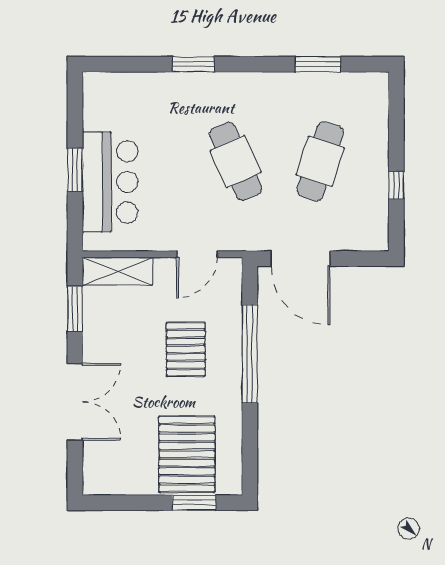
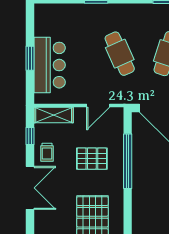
window: (75, 309) -> (30, 136), width x0.67
trolley: (106, 338) -> (47, 152), added
pallet: (186, 349) -> (92, 159), turned 90

